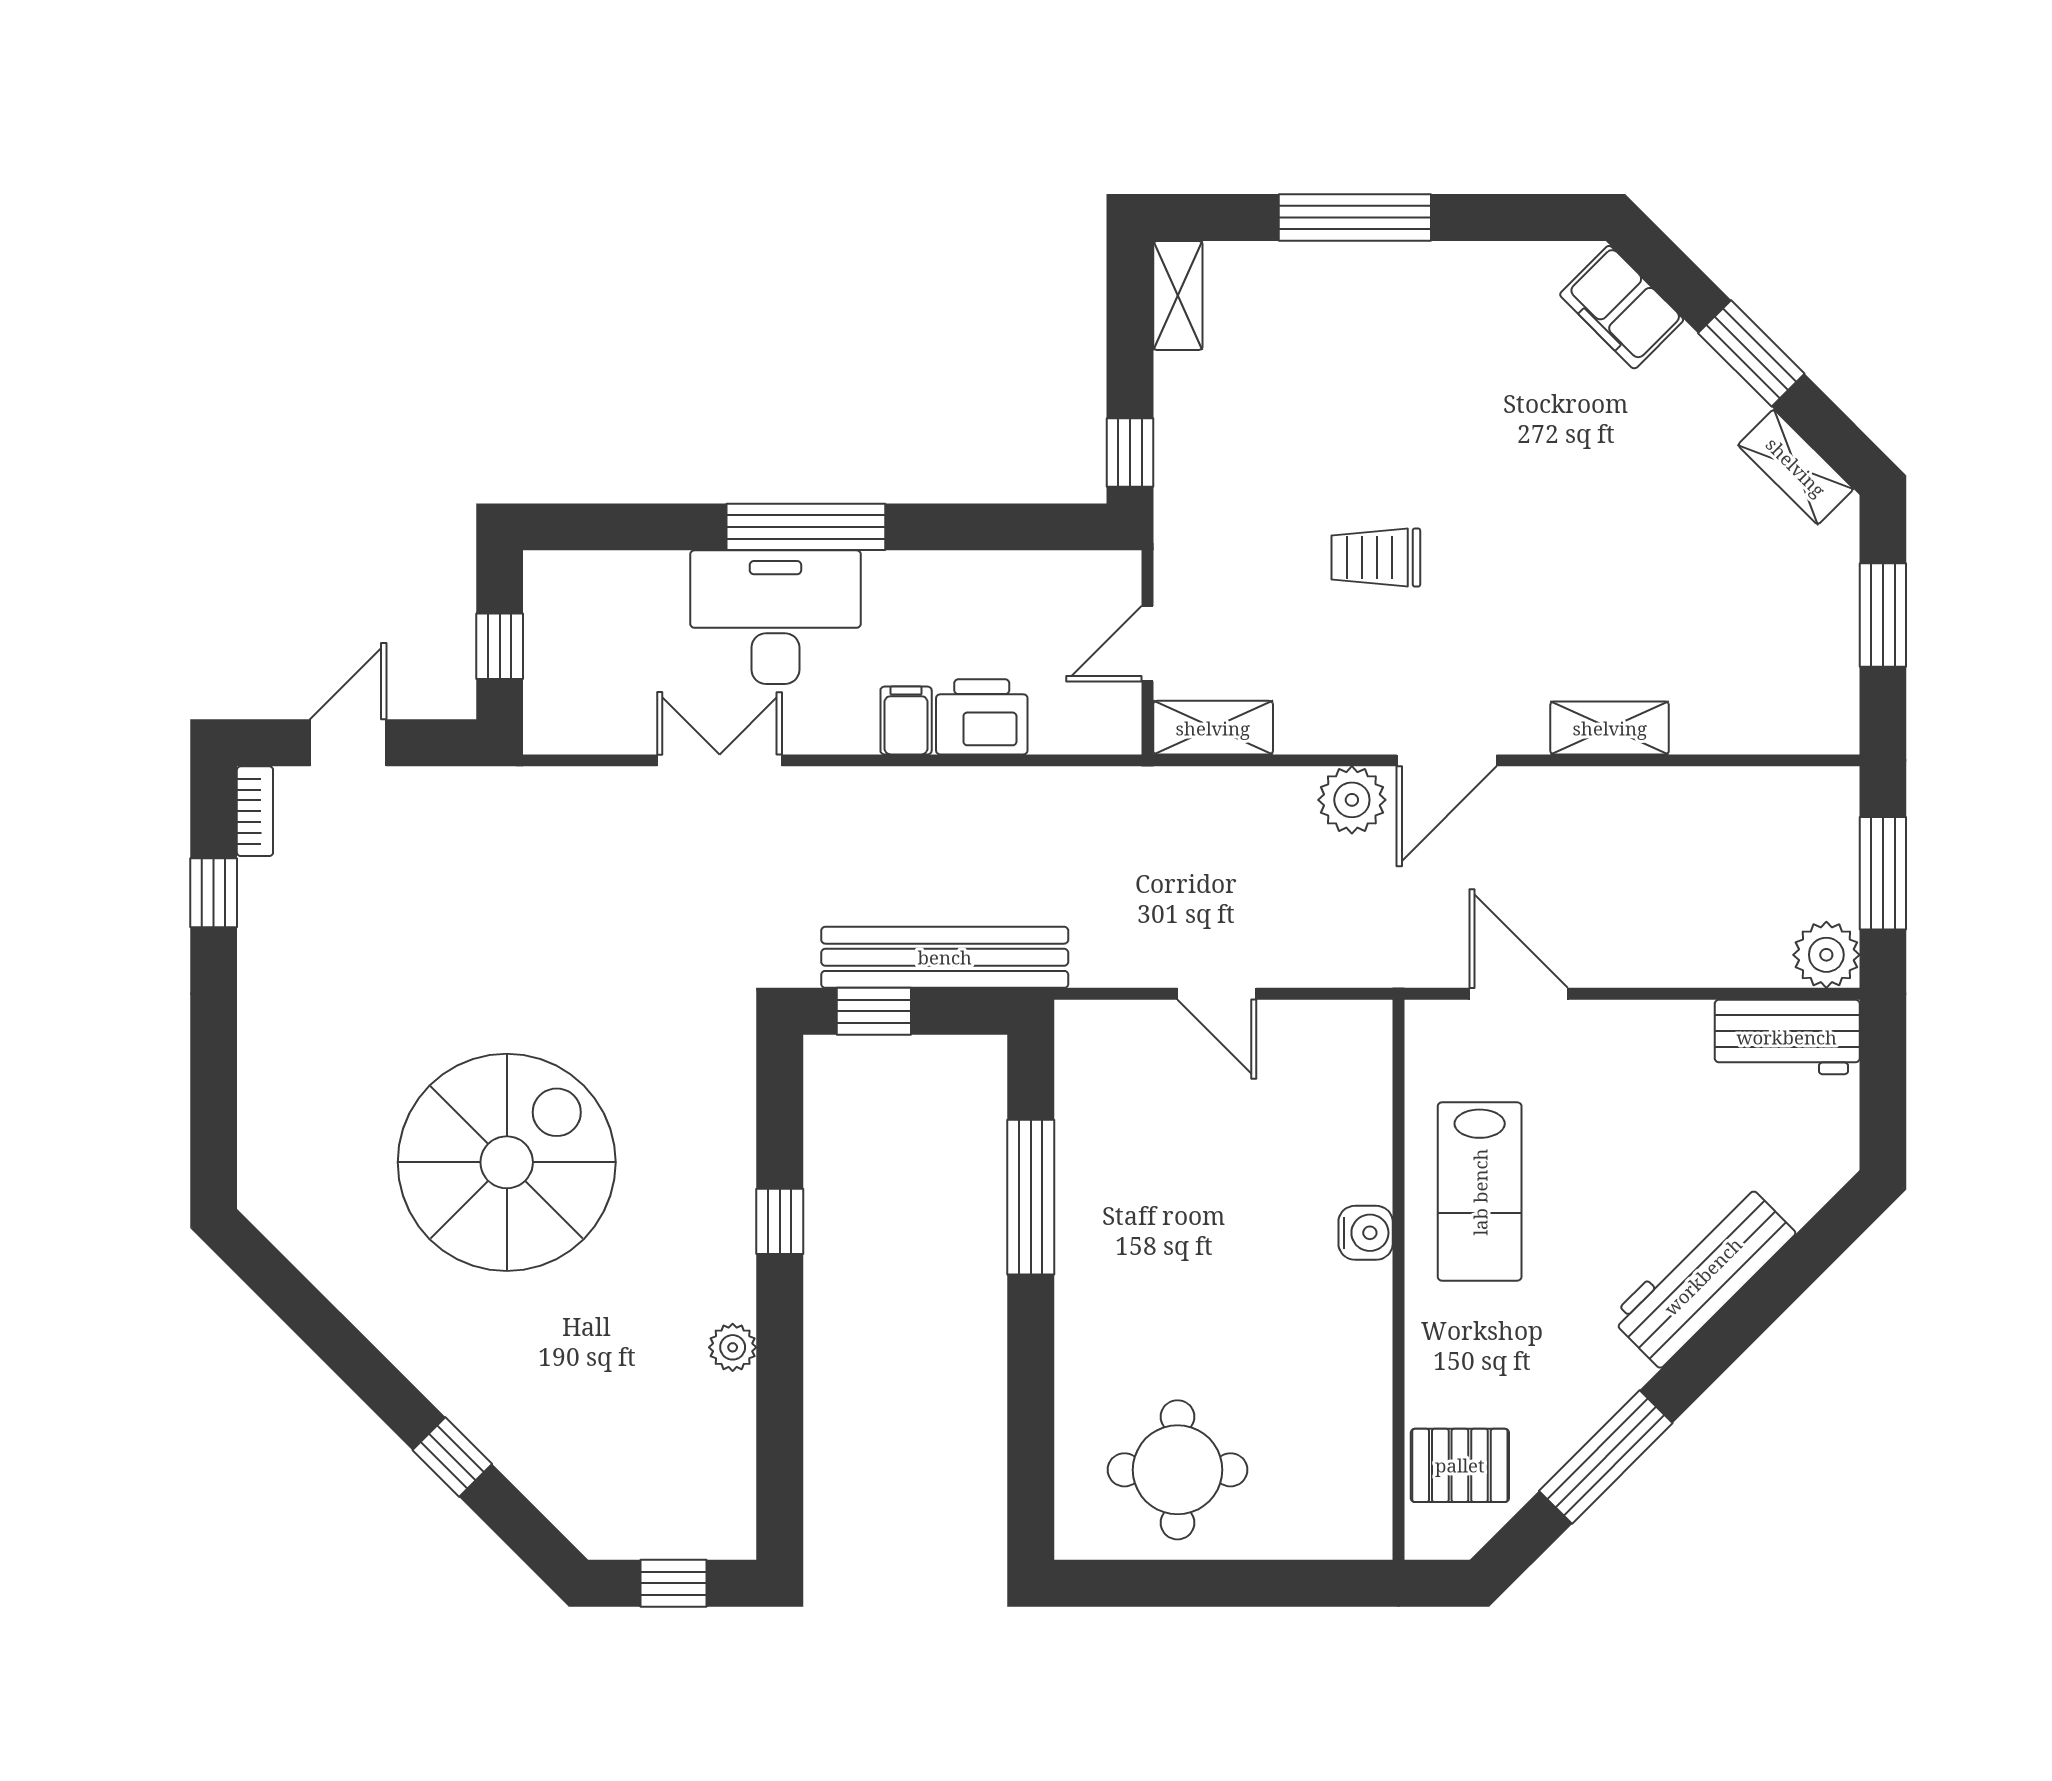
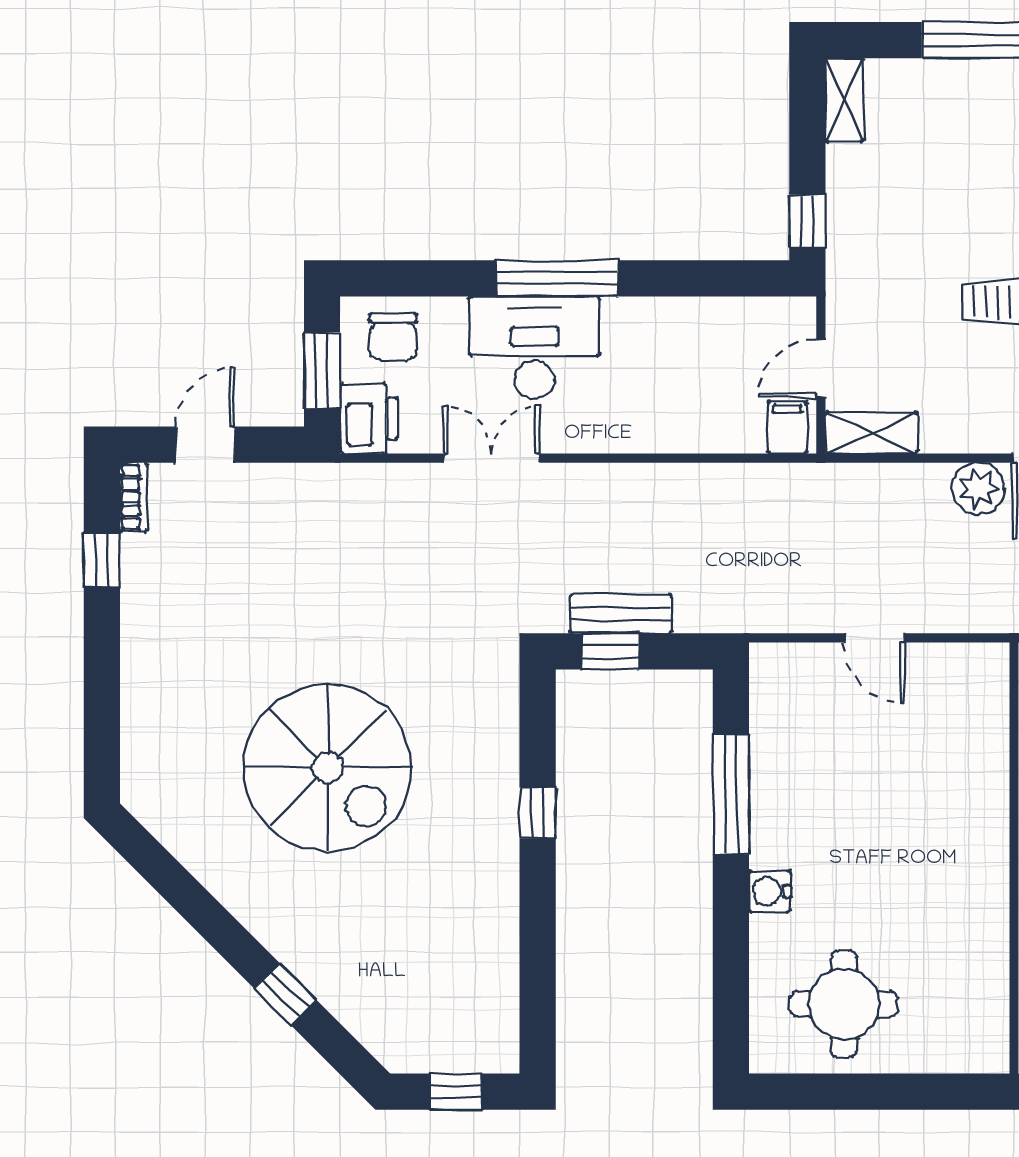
chair: (592, 603) -> (393, 337), added
window: (500, 646) -> (322, 370), width x1.50
printer: (982, 717) -> (369, 418), moved, turned 90
filing cabinet: (906, 721) -> (787, 427), moved
bench: (945, 957) -> (621, 614), width x0.54, depth x0.82
spiral stairs: (507, 1162) -> (327, 768), turned 90
water cooler: (1366, 1233) -> (770, 891), moved, turned 180
plant: (733, 1347) -> (501, 910), removed

